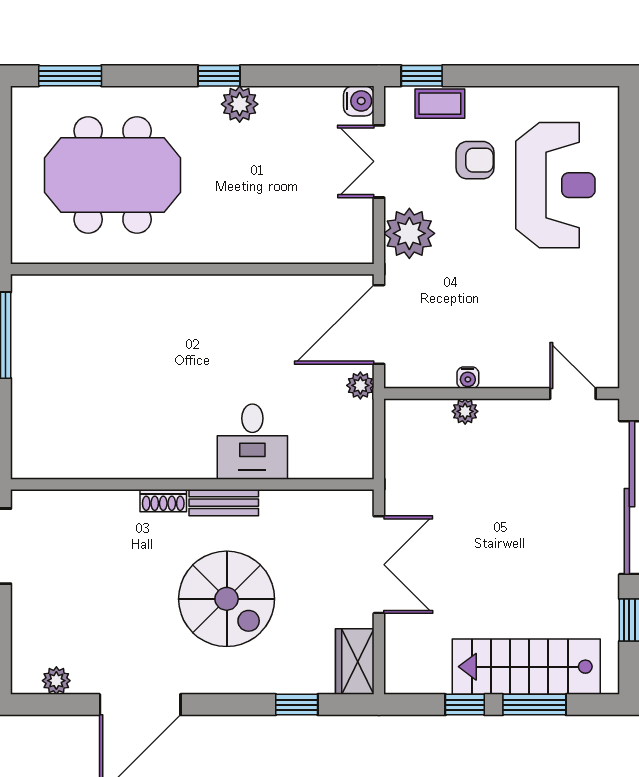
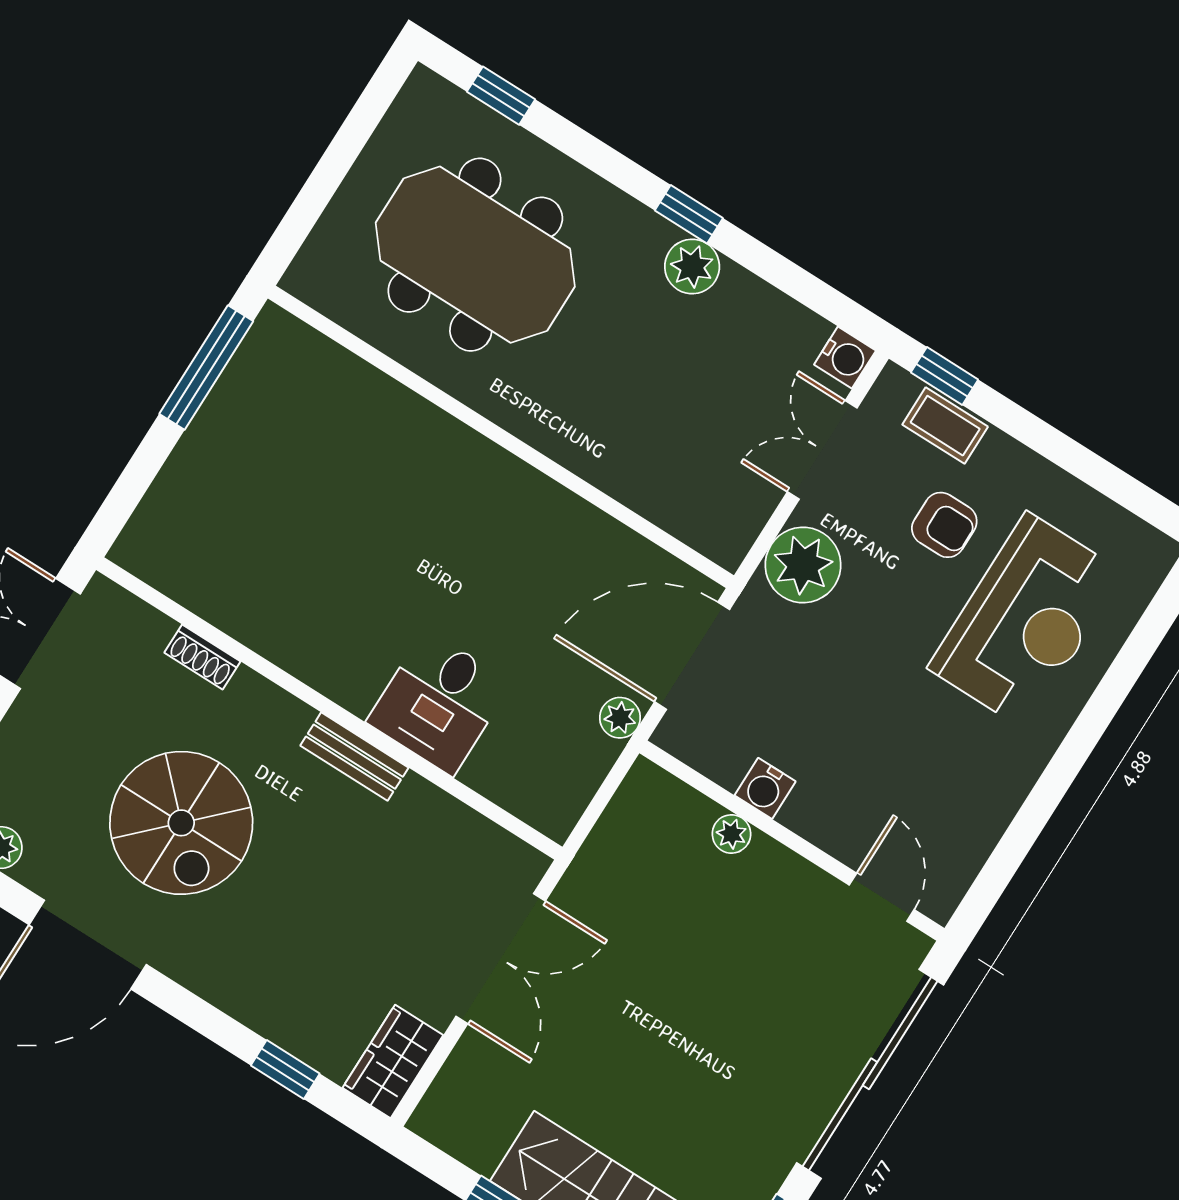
window: (70, 76) -> (501, 96), width x0.67
water cooler: (468, 378) -> (765, 788), width x1.38, depth x1.38
shoe rack: (163, 501) -> (202, 657), moved
spiral stairs: (227, 599) -> (181, 823), moved

